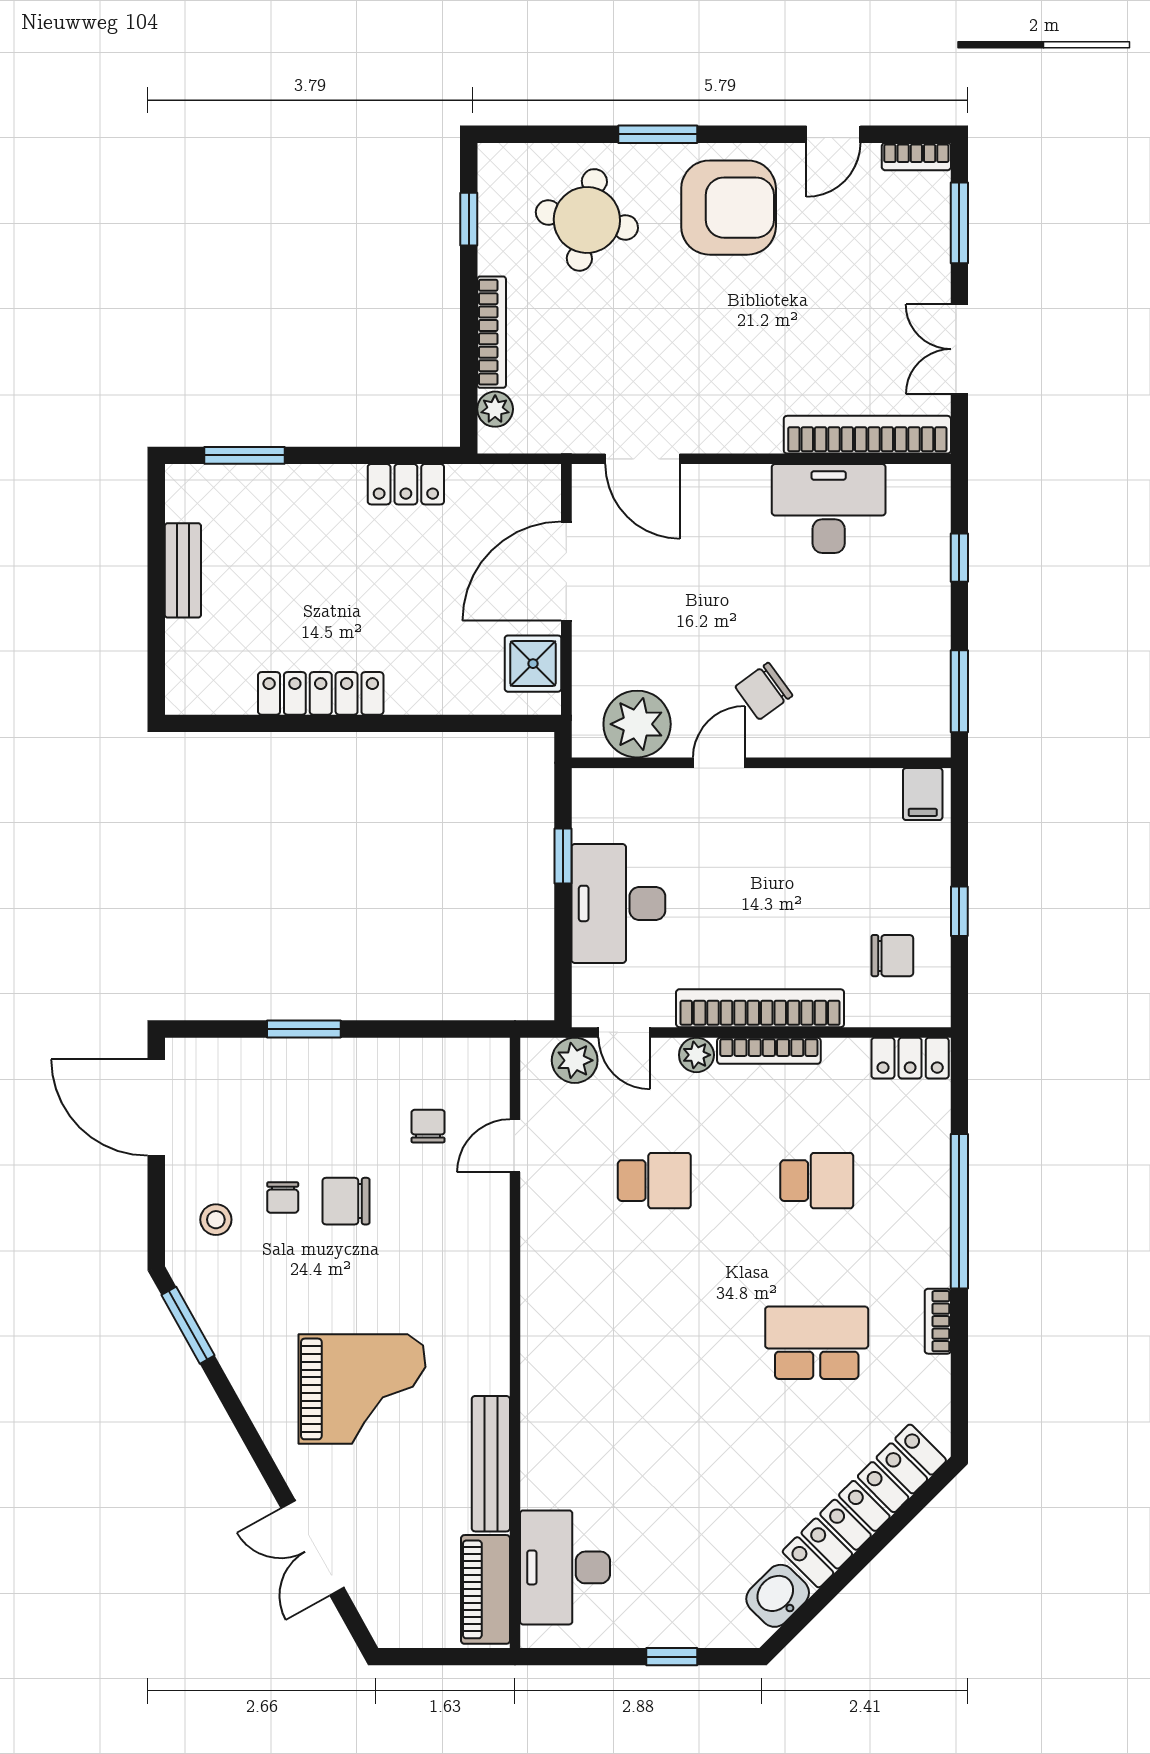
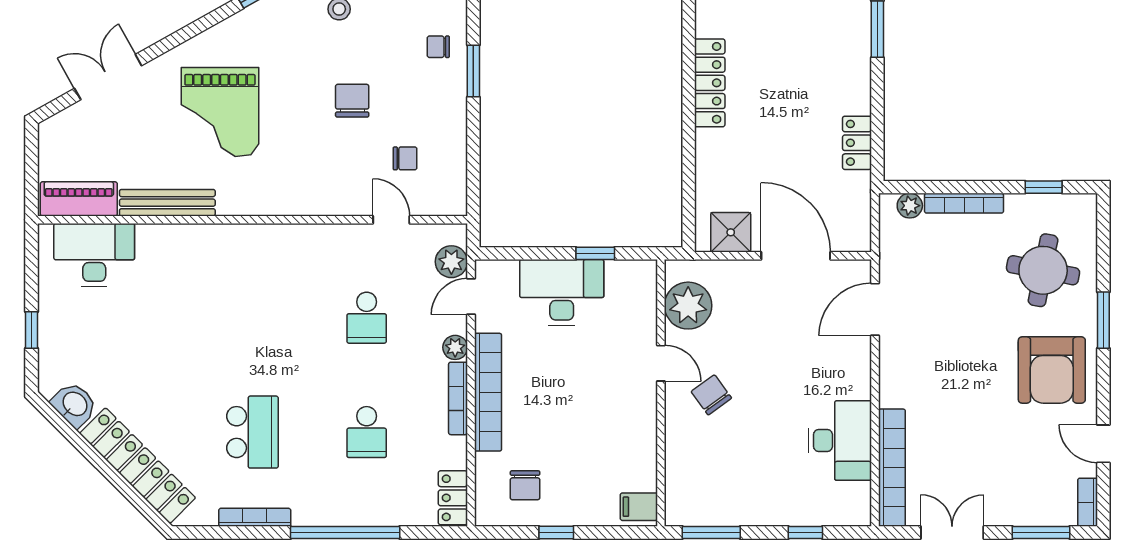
chair: (283, 1197) -> (438, 47), moved
bookcase: (938, 1321) -> (255, 517), width x1.56

